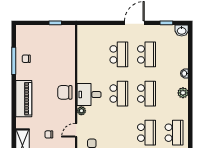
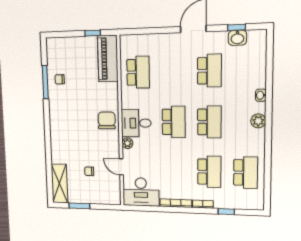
washbasin: (182, 31) -> (237, 38), moved
school desk: (119, 54) -> (138, 72), moved
chair: (65, 92) -> (107, 120), turned 90
piano: (24, 99) -> (108, 59), moved, turned 180
door: (76, 130) -> (121, 167), hinge flipped

